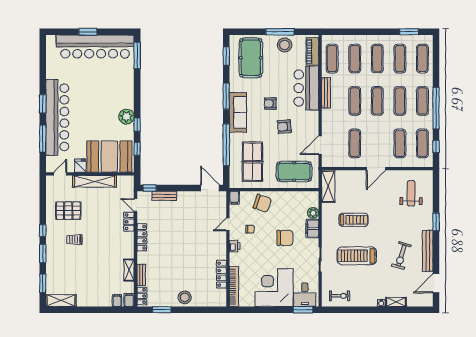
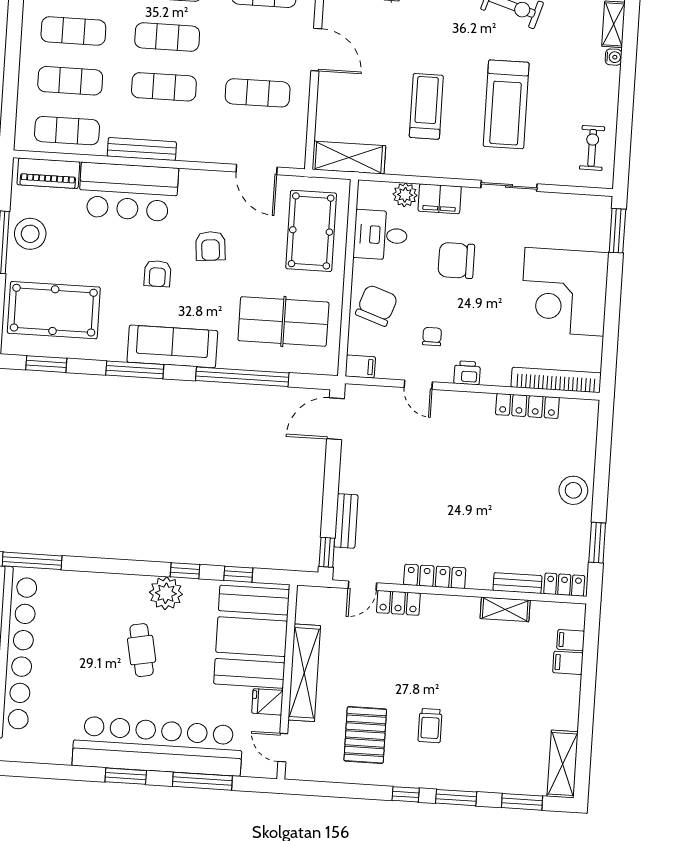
cafe table: (100, 107) -> (142, 650), added
chair: (285, 238) -> (456, 260), turned -90
desk: (305, 295) -> (381, 235), moved, turned 180
filing cabinet: (129, 300) -> (568, 663), moved

